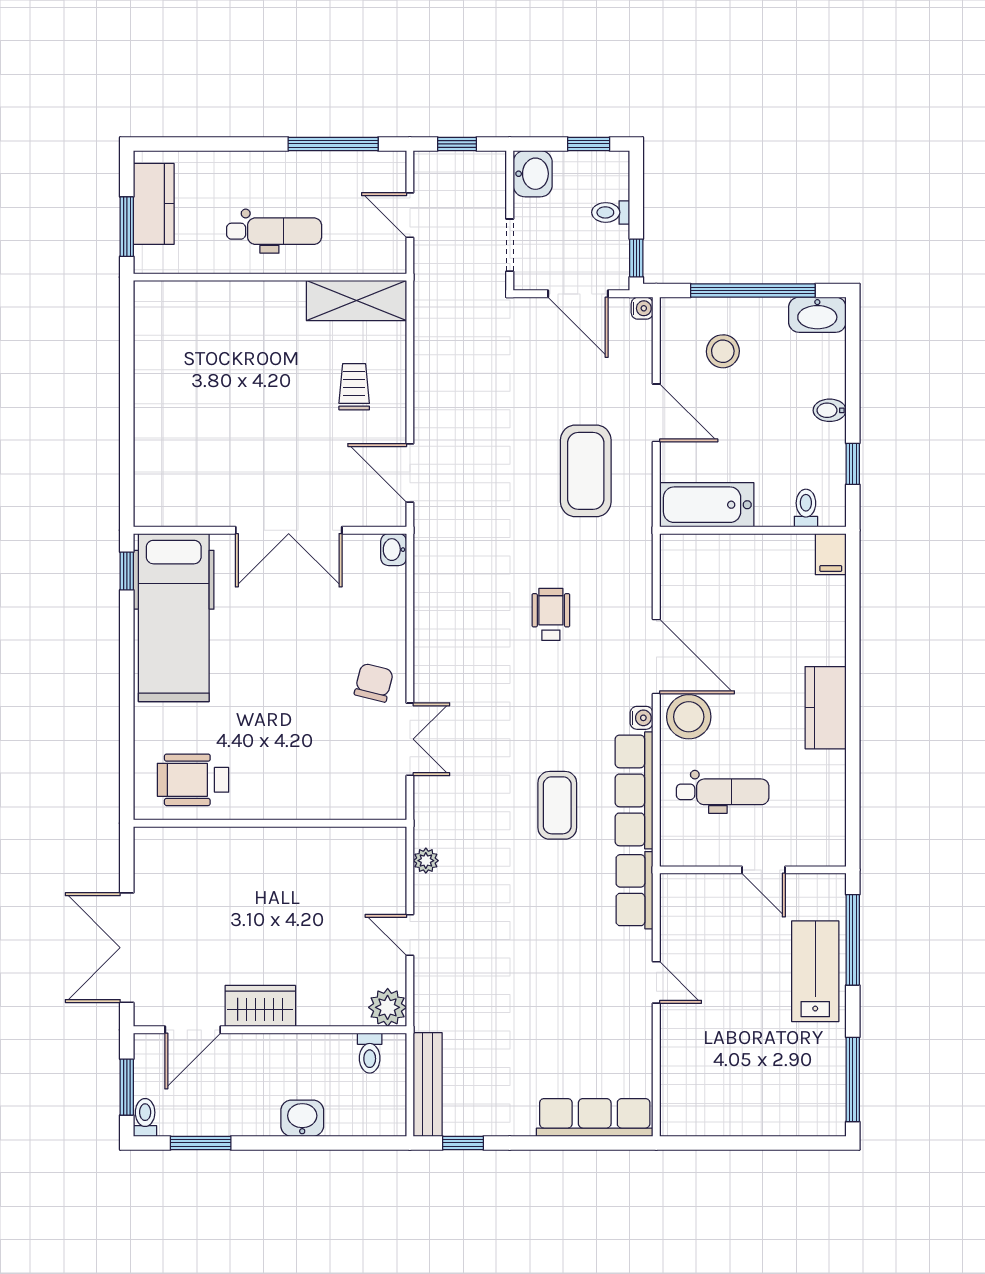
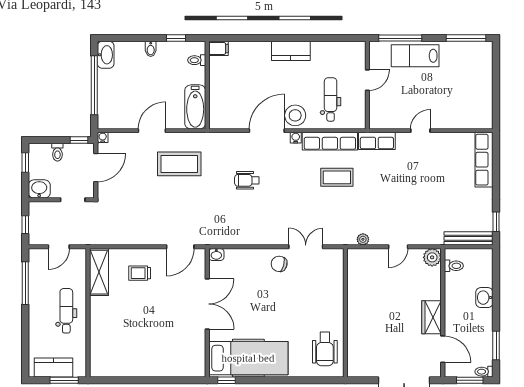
stool: (723, 351) -> (123, 99), removed

